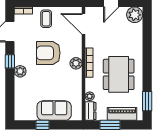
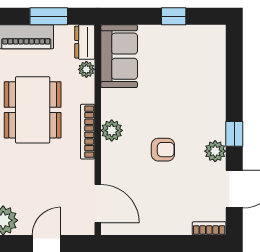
coffee table: (46, 19) -> (167, 213), removed
armchair: (48, 53) -> (163, 150), width x0.53, depth x0.53
plant: (20, 71) -> (215, 151), moved
sofa: (54, 111) -> (119, 56), moved, turned -90

